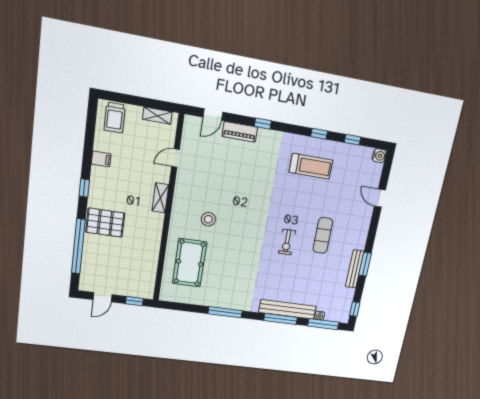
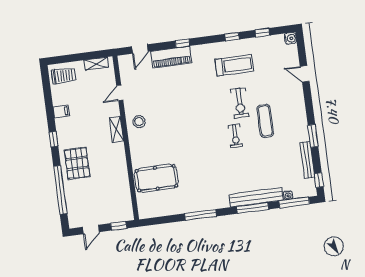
trolley: (115, 118) -> (64, 76), turned -90
piano: (240, 132) -> (171, 57), width x1.37, depth x1.33
exercise bike: (303, 209) -> (240, 103), added
stool: (208, 219) -> (139, 122), moved
pallet: (105, 223) -> (77, 163), turned 90
pool table: (190, 263) -> (156, 178), turned 90
bench: (355, 269) -> (307, 160), moved

